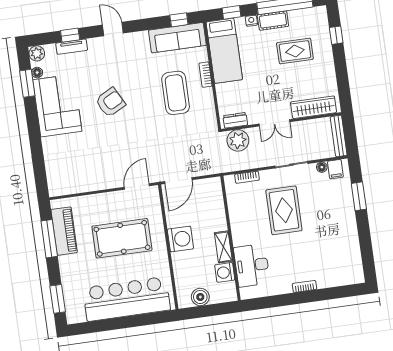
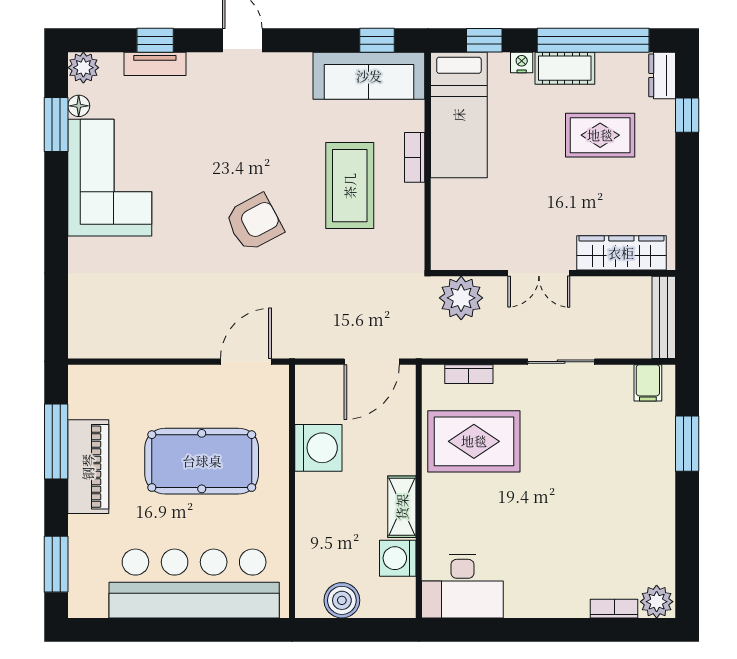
armchair: (110, 102) -> (254, 223), moved
dresser: (235, 120) -> (662, 75), moved, turned -90
floor lamp: (322, 167) -> (621, 375), removed
door: (178, 181) -> (372, 362), moved
rug: (284, 210) -> (474, 441), moved, turned 90
piano: (64, 231) -> (88, 467), moved
washing machine: (180, 239) -> (318, 448), moved
desk: (252, 265) -> (462, 586), moved, turned -90
plant: (355, 276) -> (657, 602), added
bookcase: (305, 286) -> (614, 609), moved

